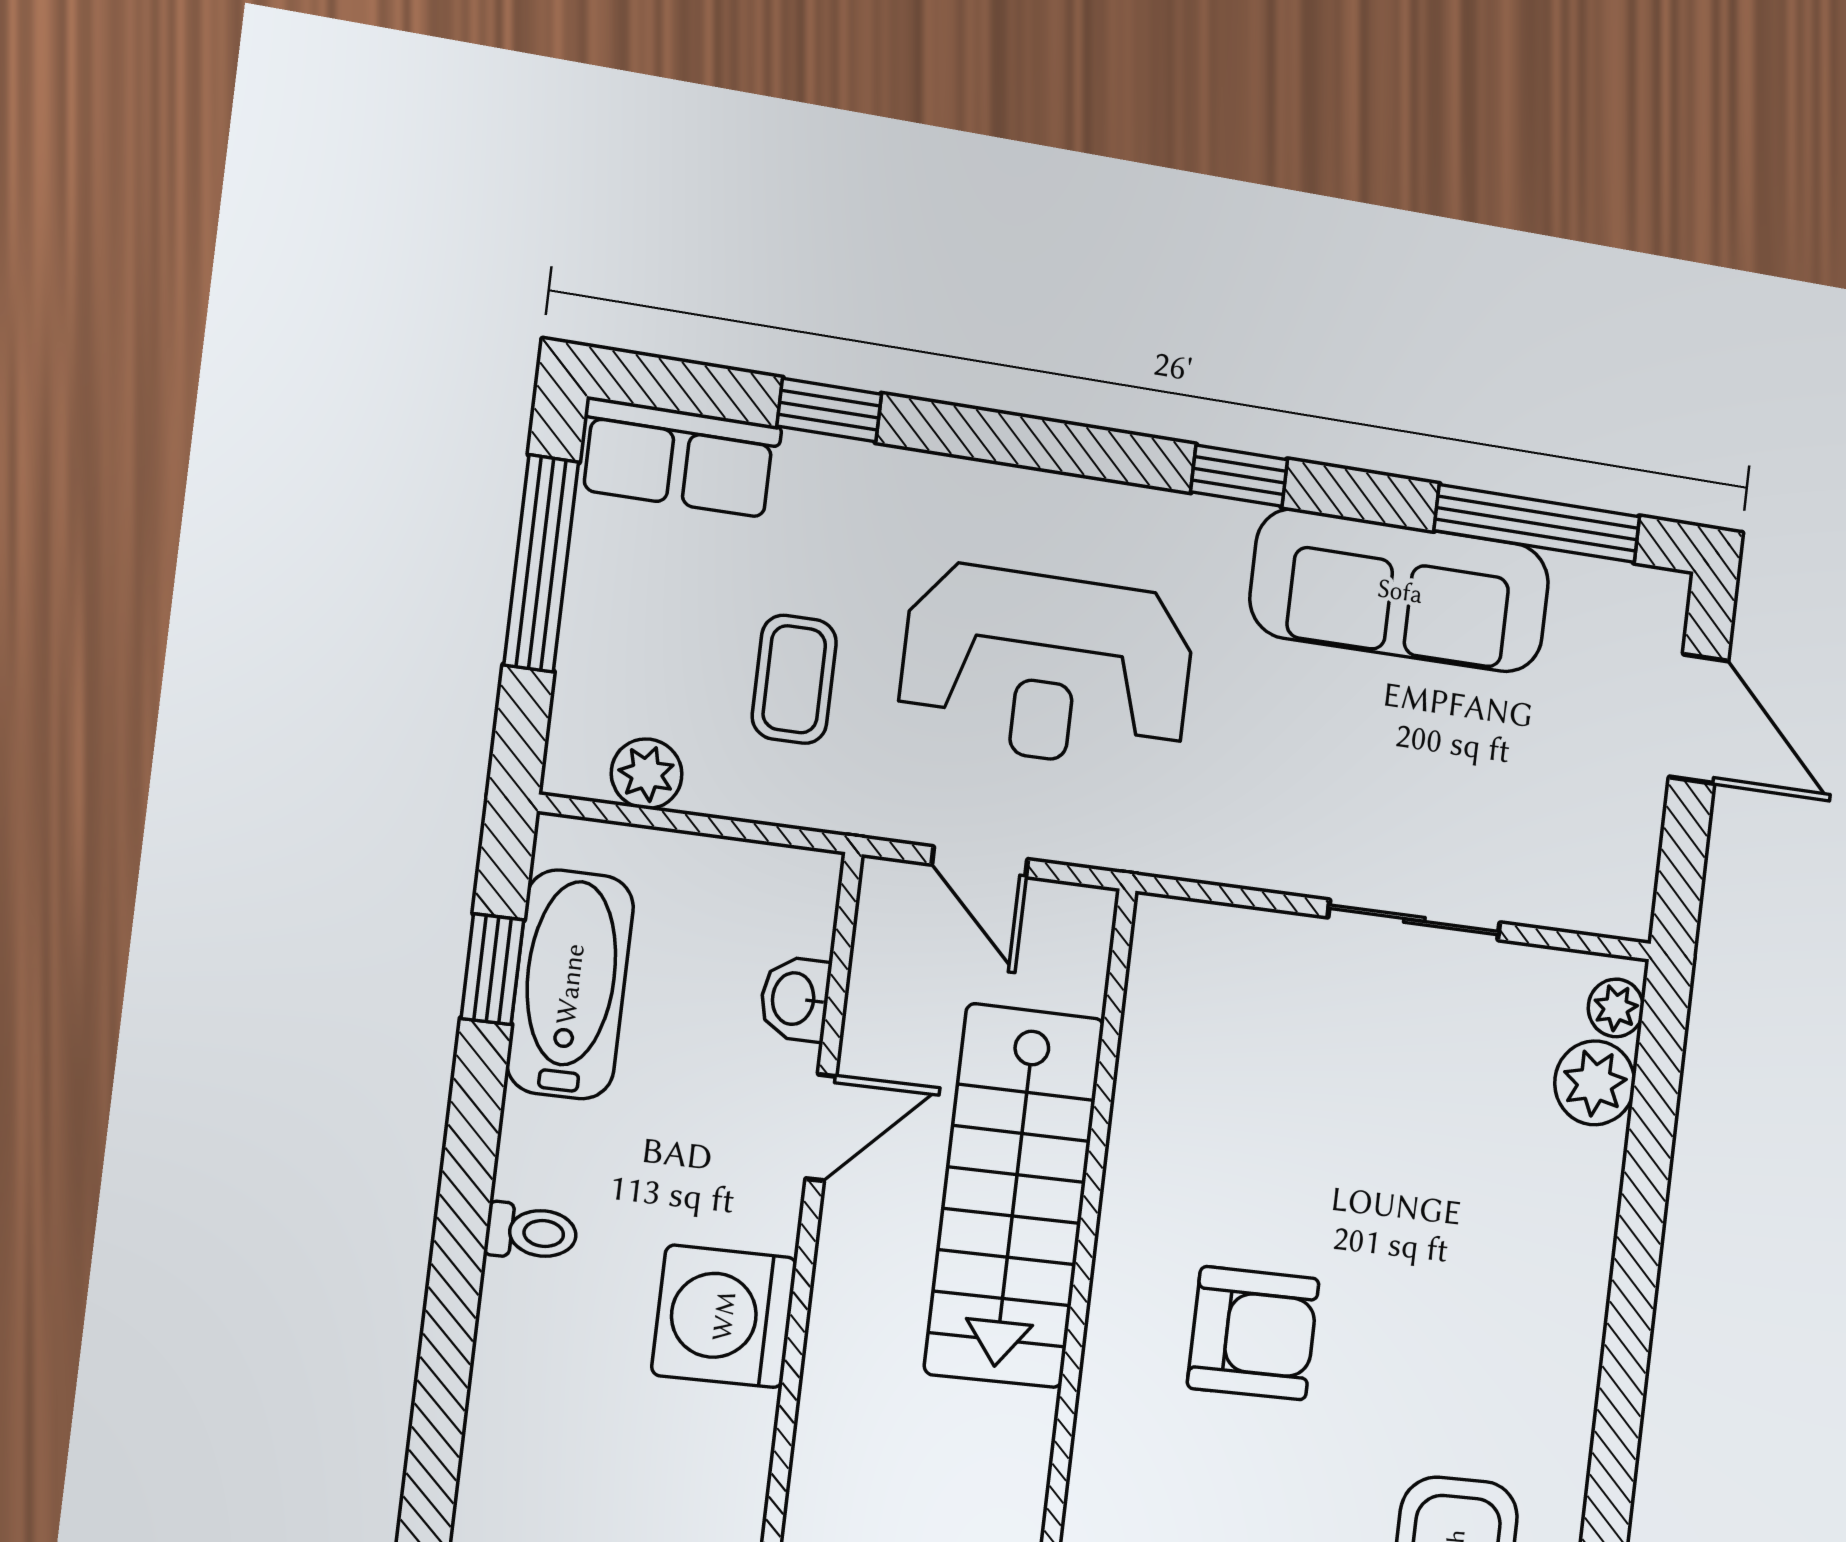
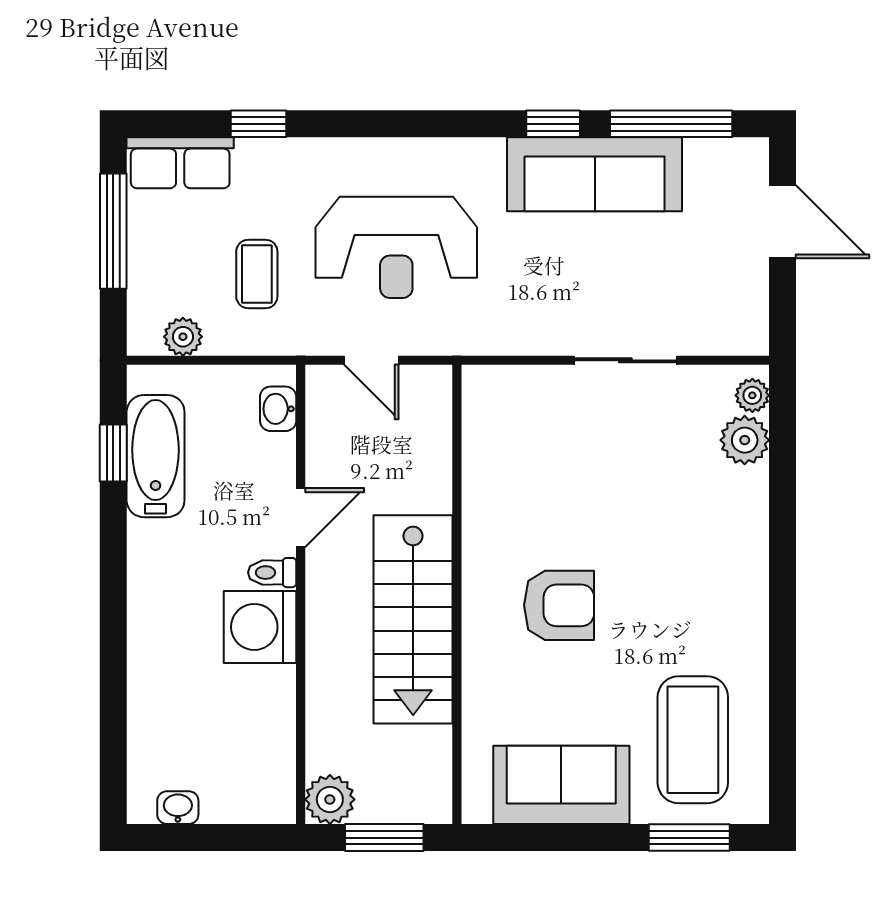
window: (1239, 476) -> (553, 124), moved
washbasin: (795, 999) -> (278, 409), moved
stairs: (1014, 1196) -> (413, 619), moved
toilet: (531, 1232) -> (272, 573), moved, turned 180

